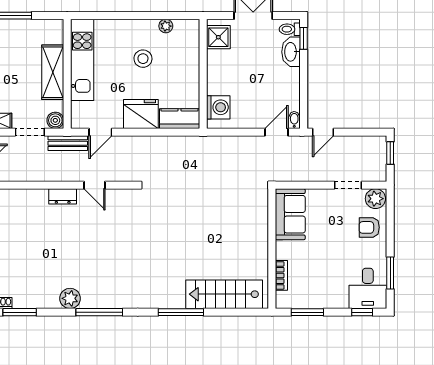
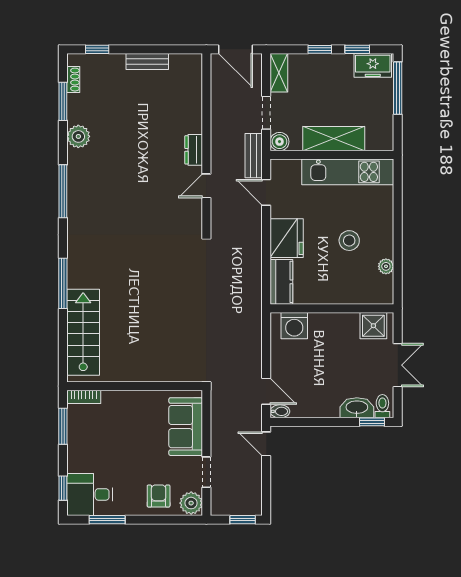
sofa: (290, 214) -> (186, 427), moved, turned 90
bookcase: (281, 275) -> (84, 397), moved
plant: (70, 298) -> (78, 136), moved

